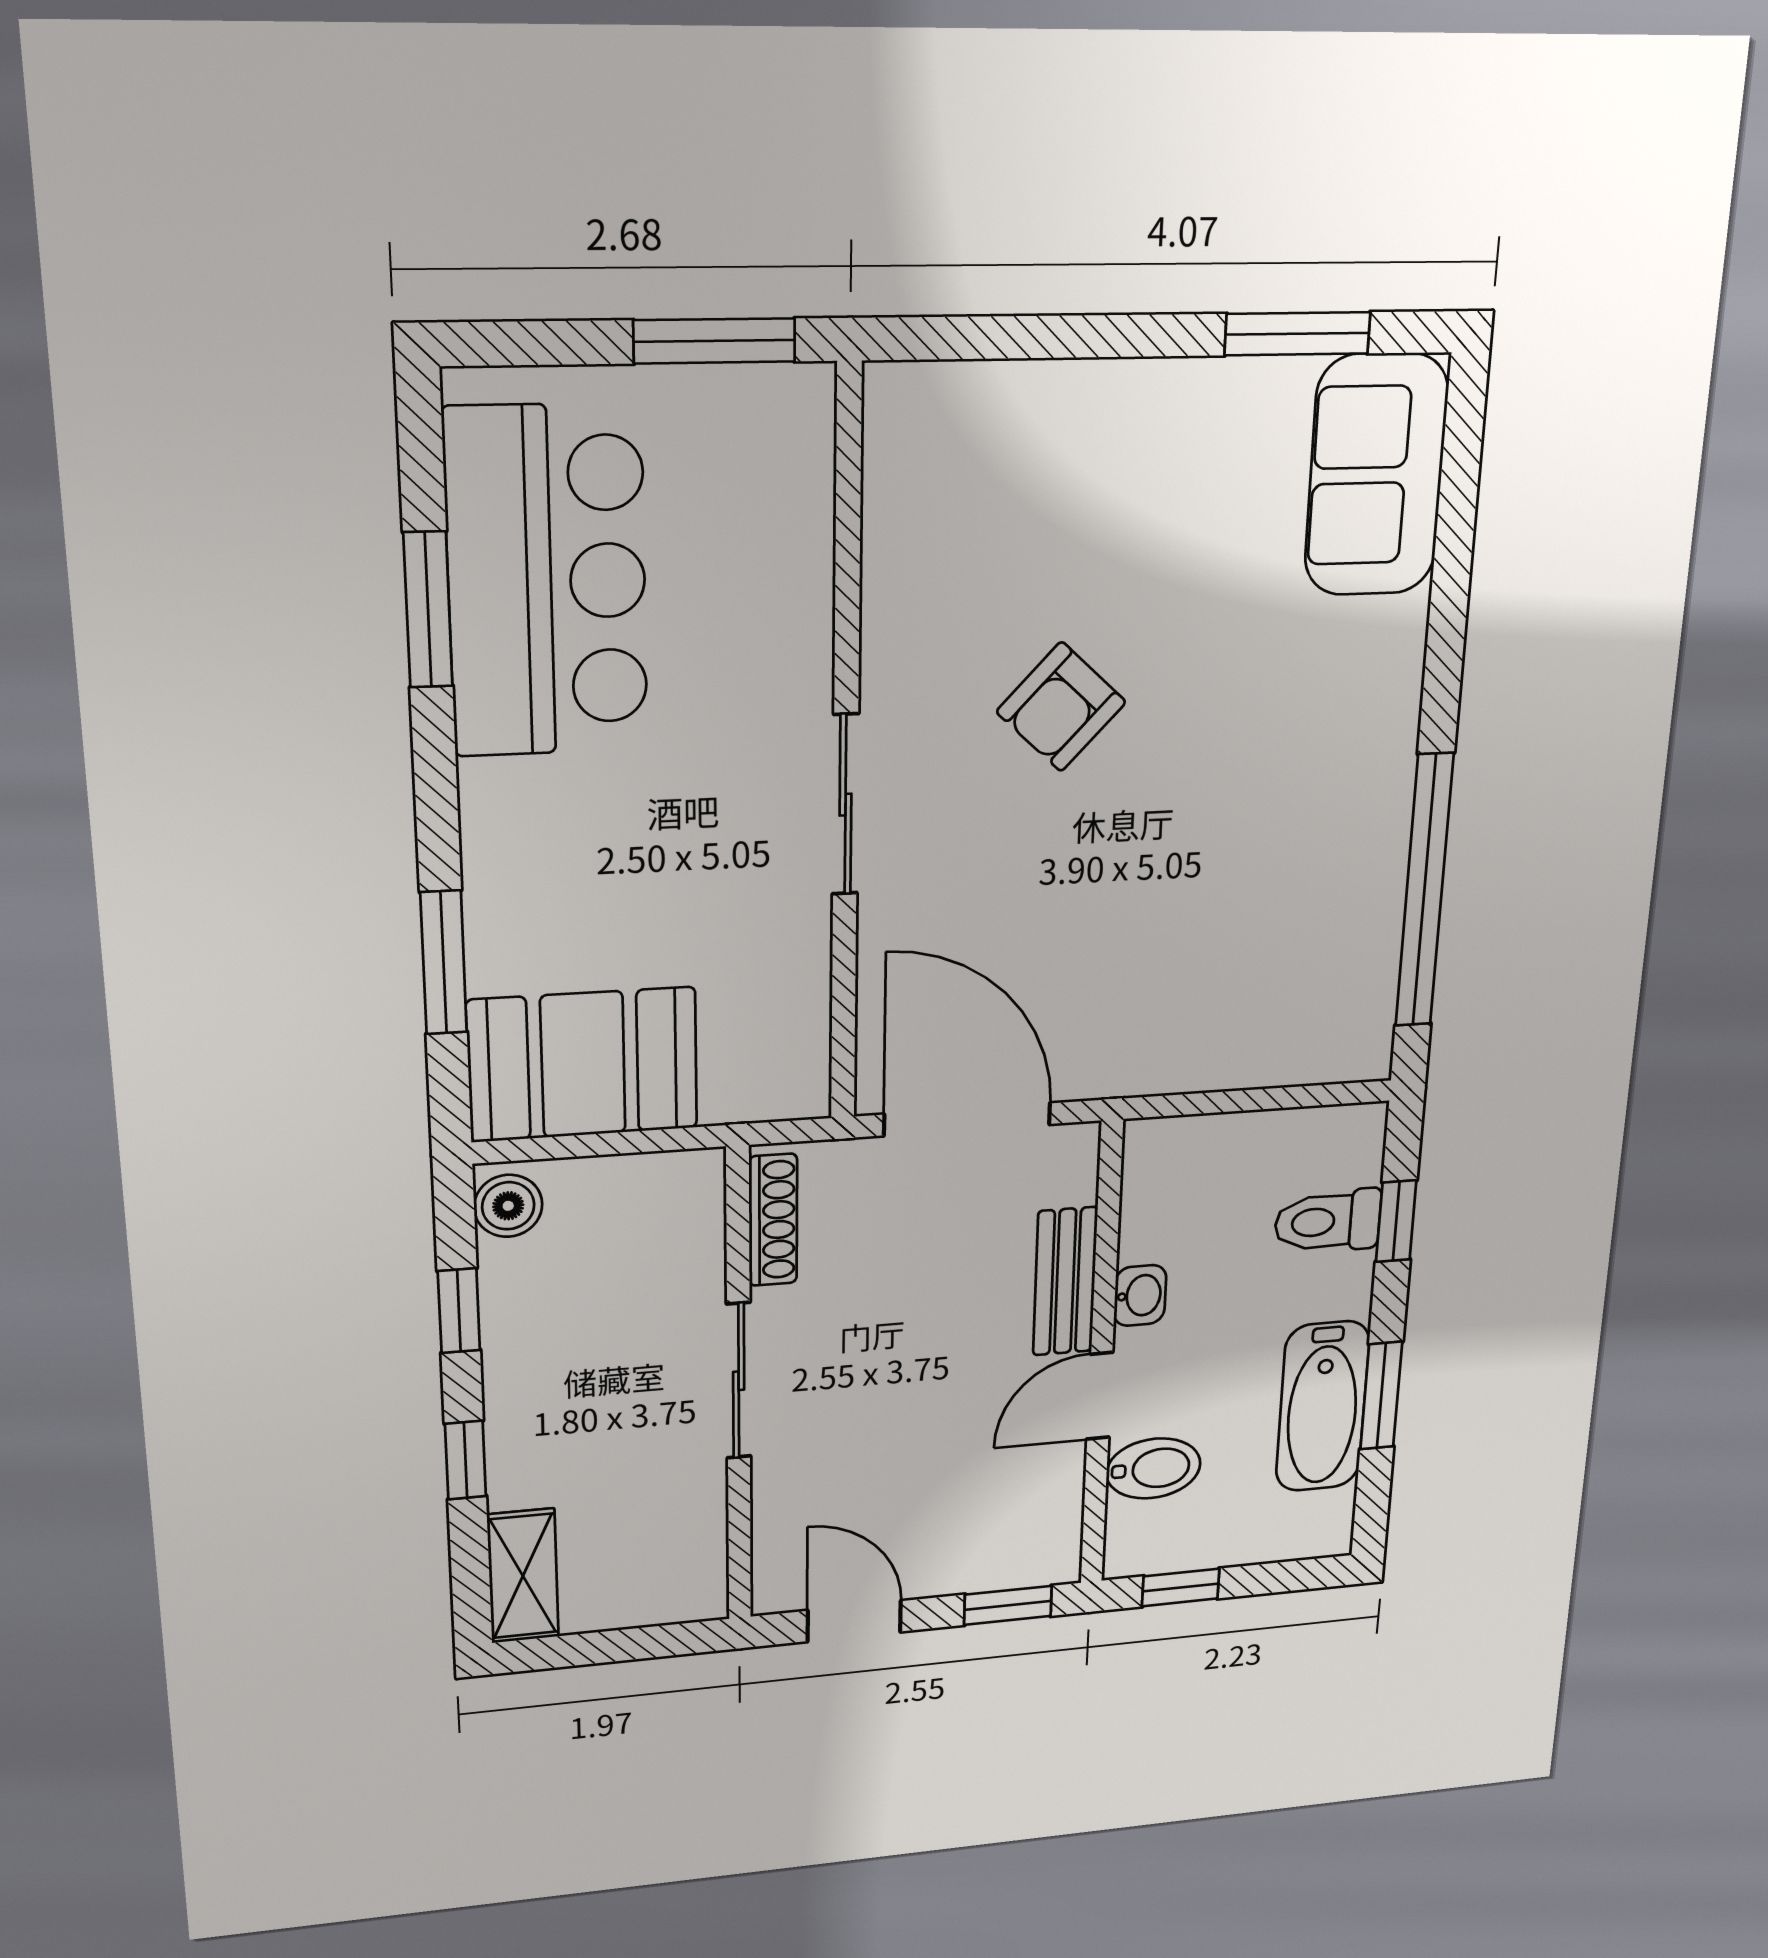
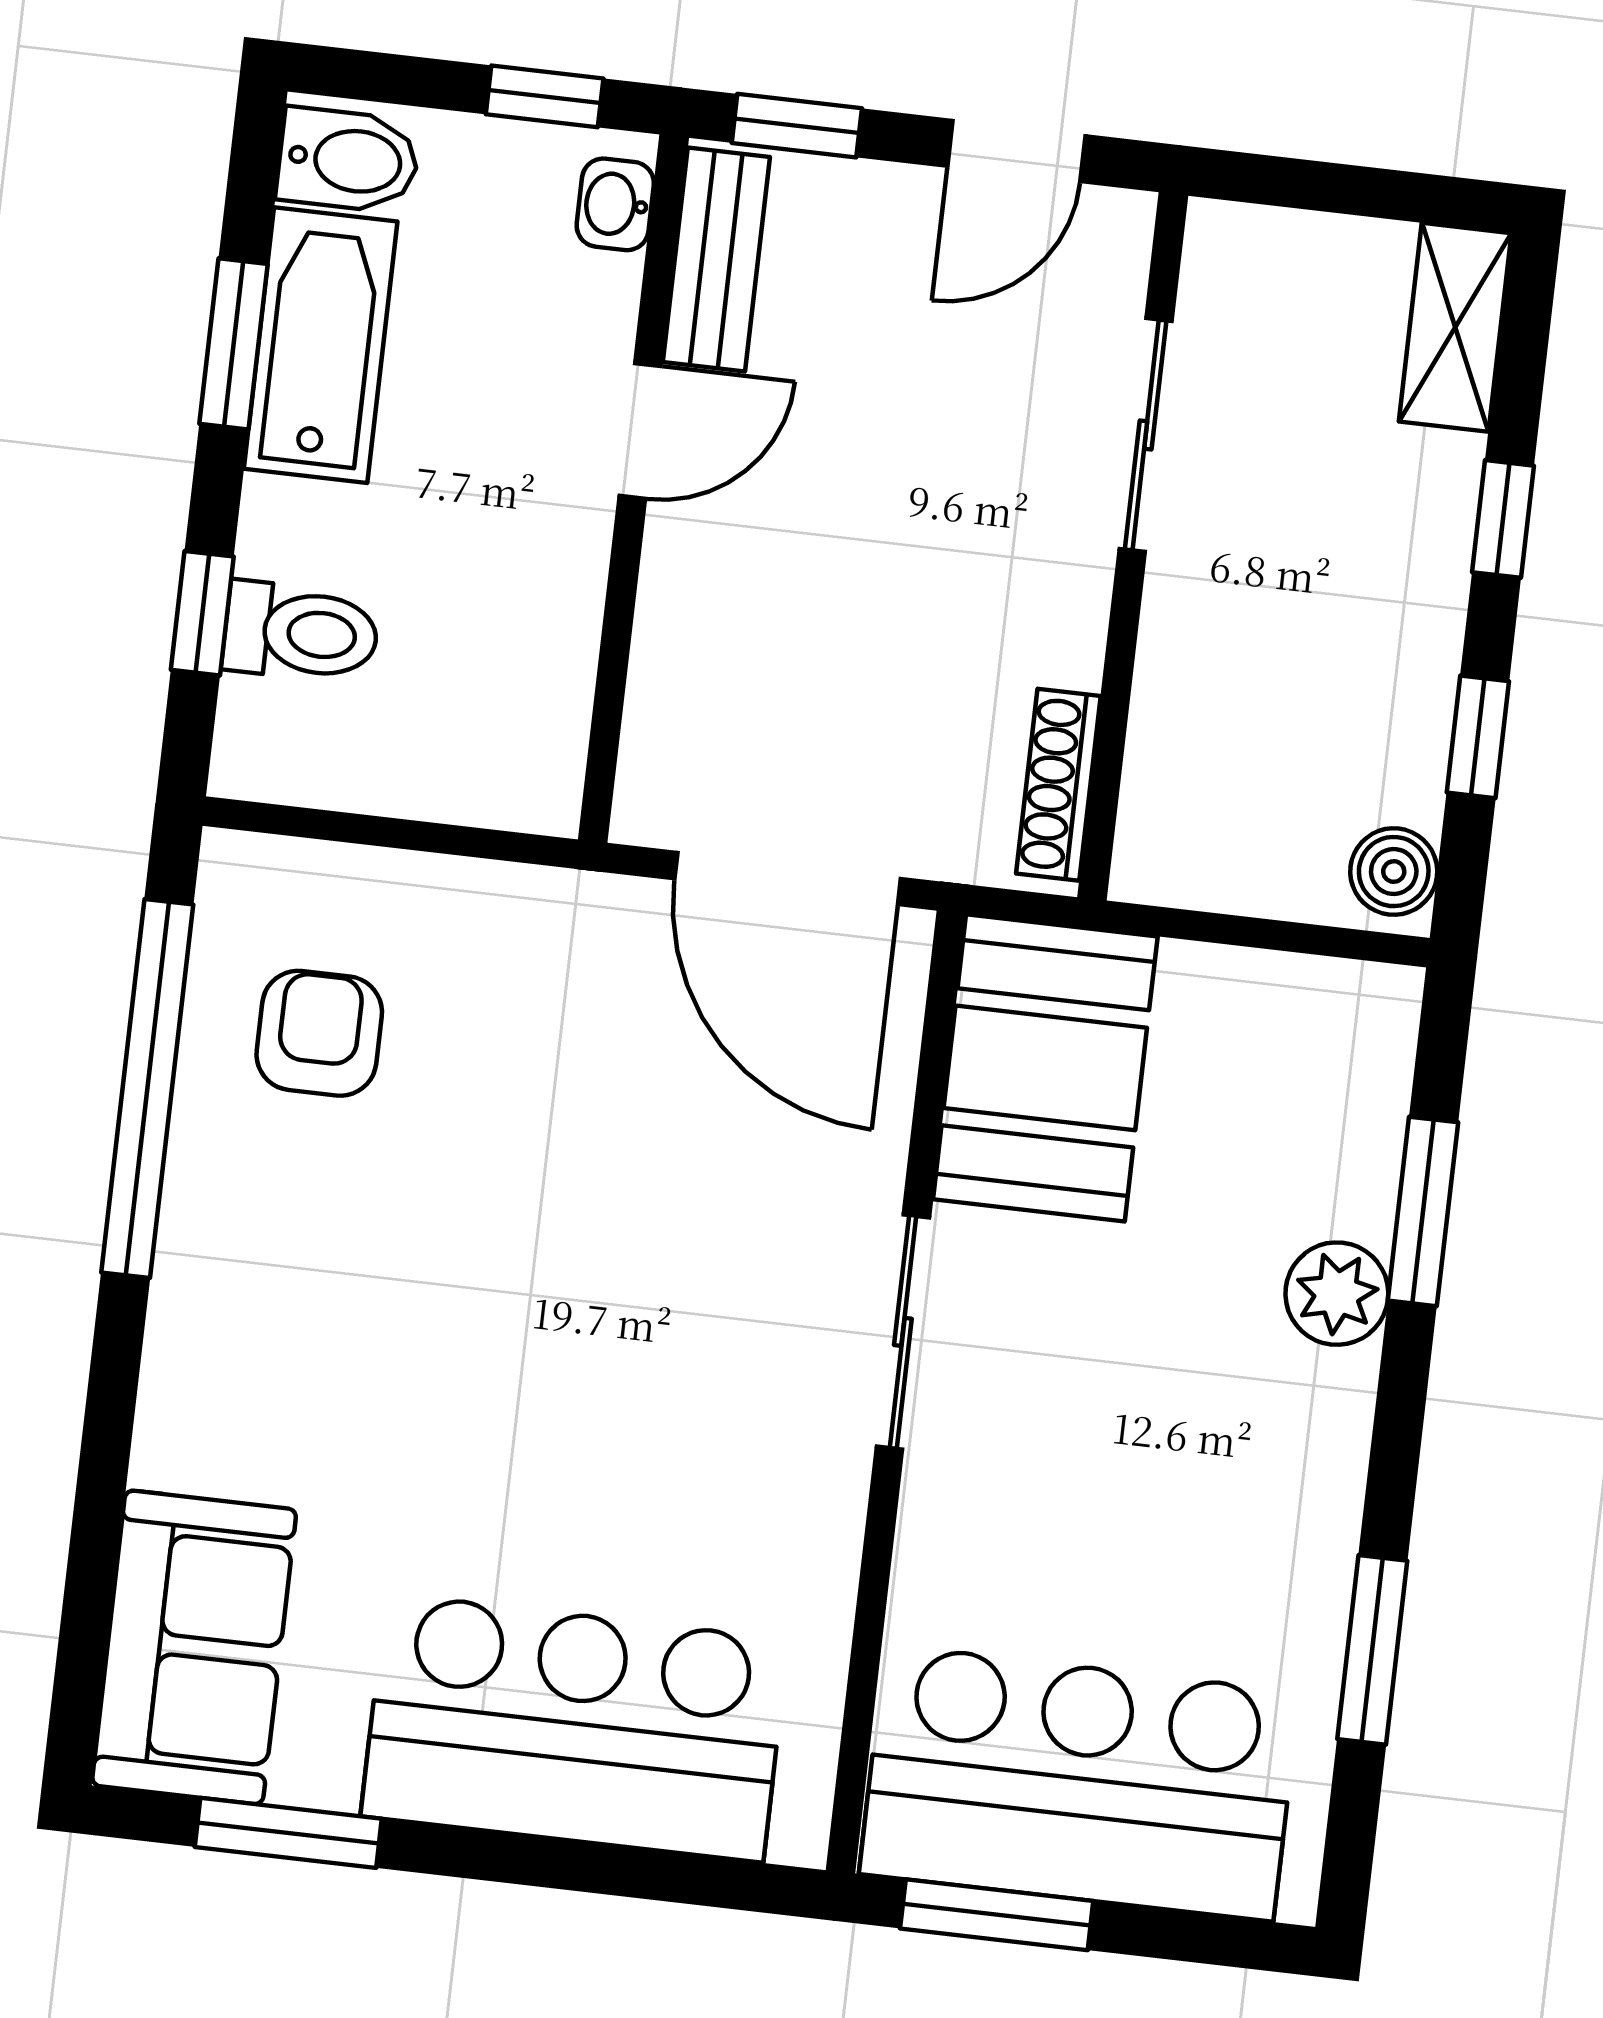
bar counter: (1076, 452) -> (575, 1728), added
bar counter: (547, 582) -> (1079, 1783), moved, turned 90
armchair: (1061, 707) -> (319, 1033), moved, turned -43
plant: (503, 889) -> (1337, 1294), added
booth: (583, 1065) -> (1045, 1068), moved, turned 90
bench: (1065, 1282) -> (716, 259), moved
washbasin: (1140, 1295) -> (615, 204), moved
sliding door: (739, 1381) -> (1146, 435), moved
bidet: (1153, 1468) -> (348, 160), moved, turned 180
door: (854, 1621) -> (1016, 151), hinge flipped

